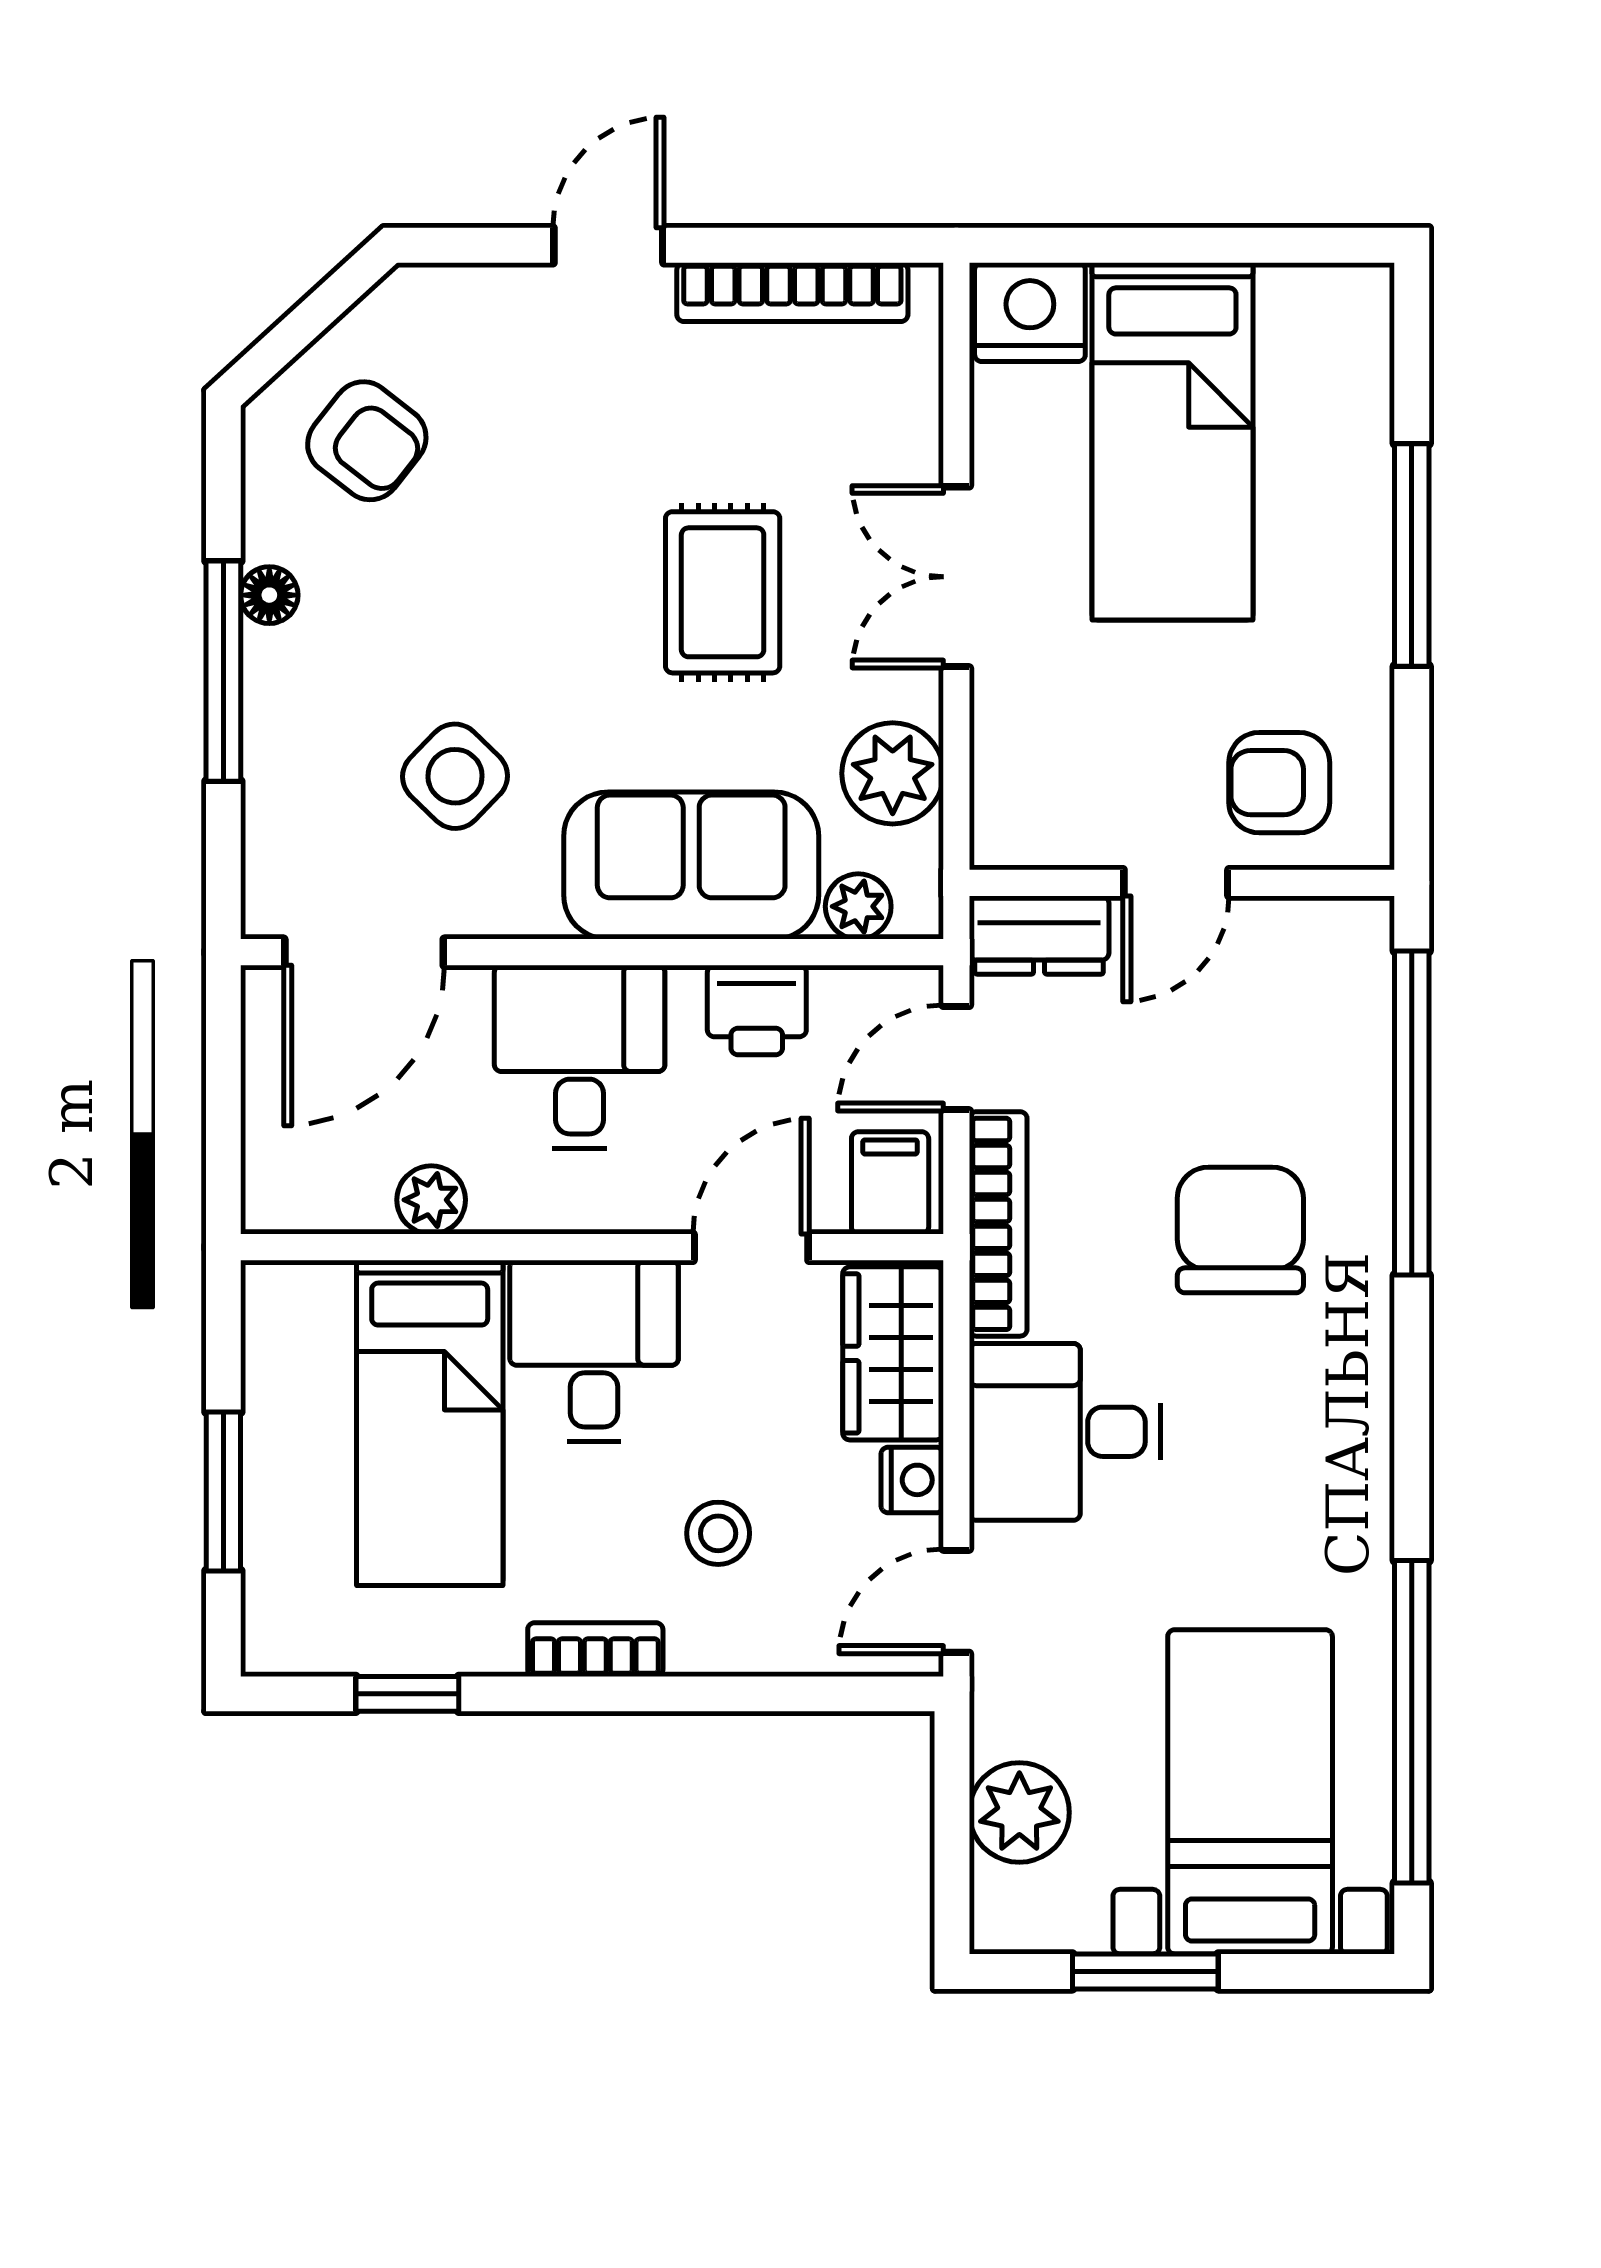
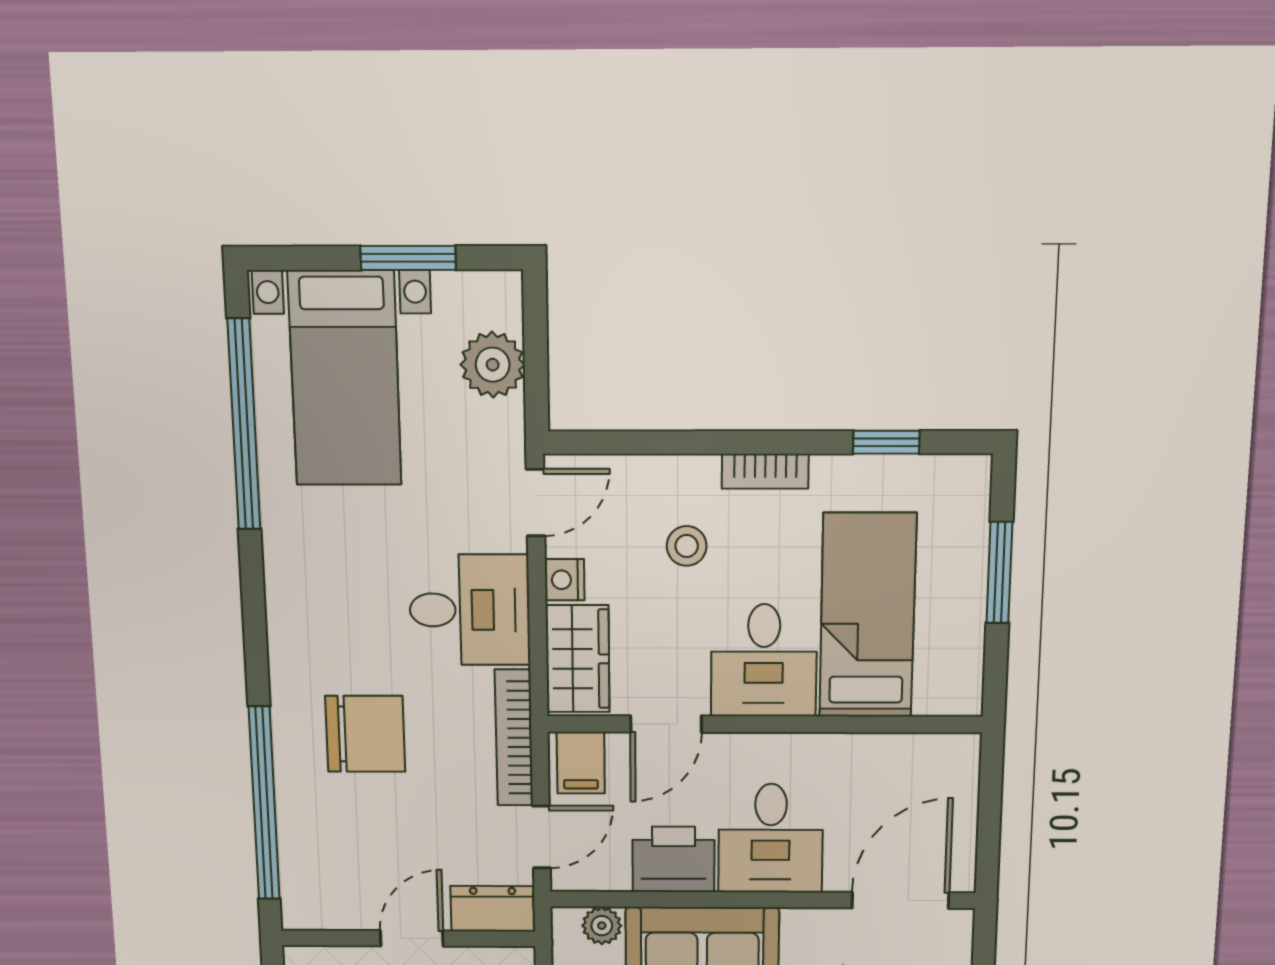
printer: (757, 1010) -> (674, 859), width x1.36, depth x1.24
plant: (431, 1200) -> (863, 753), removed
chair: (1240, 1230) -> (365, 734), turned -90

